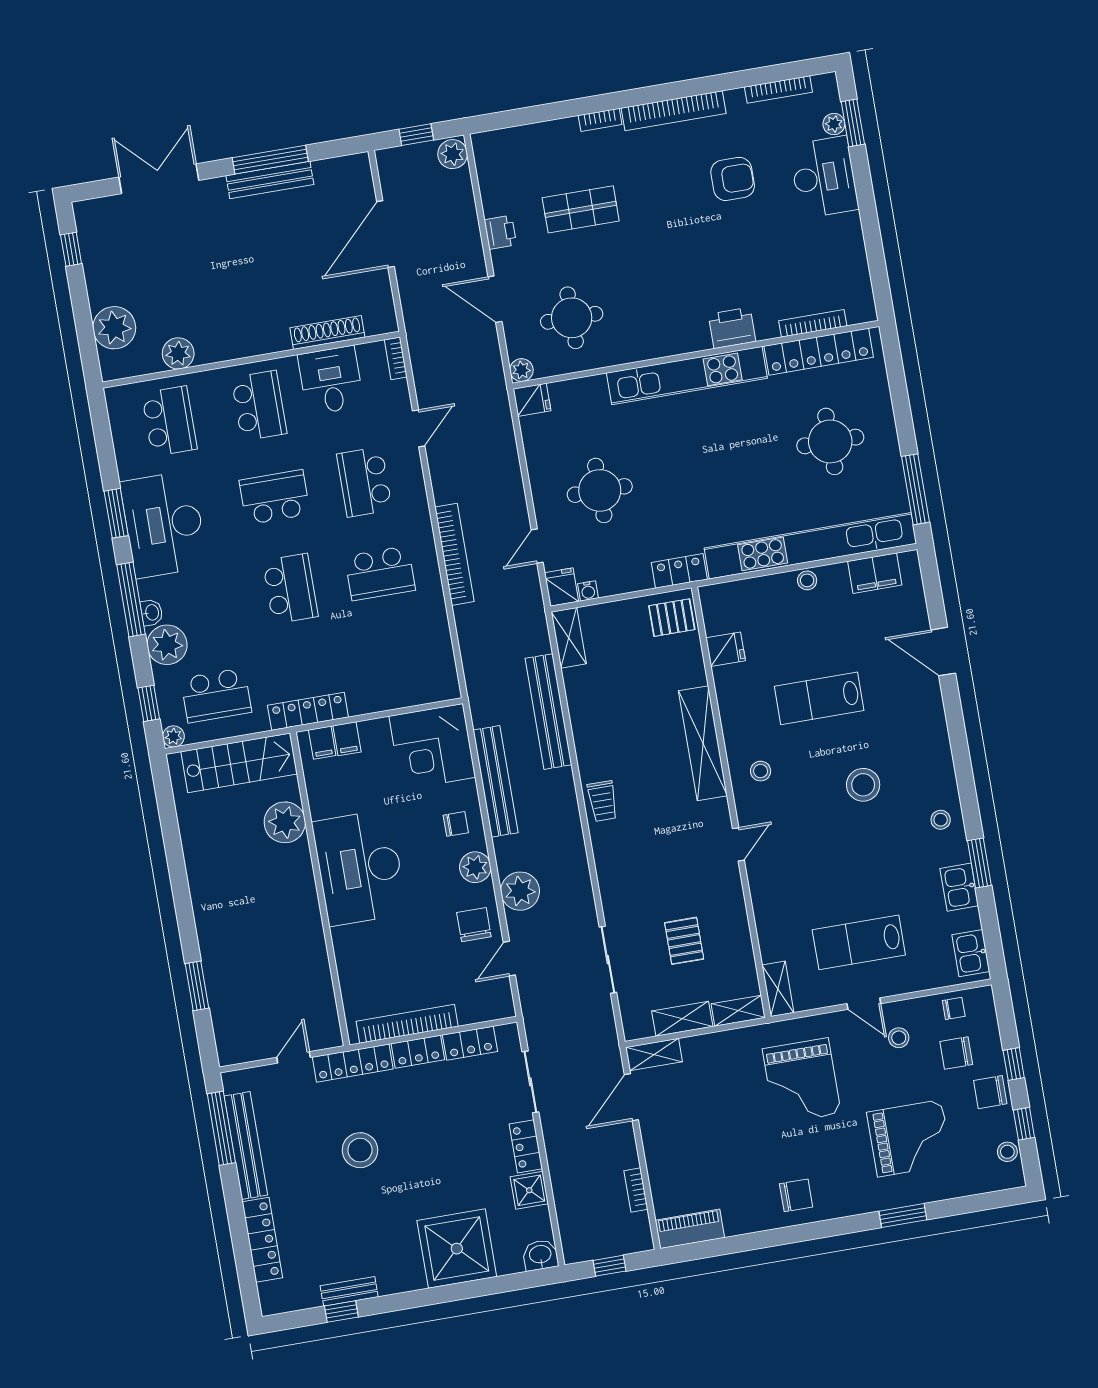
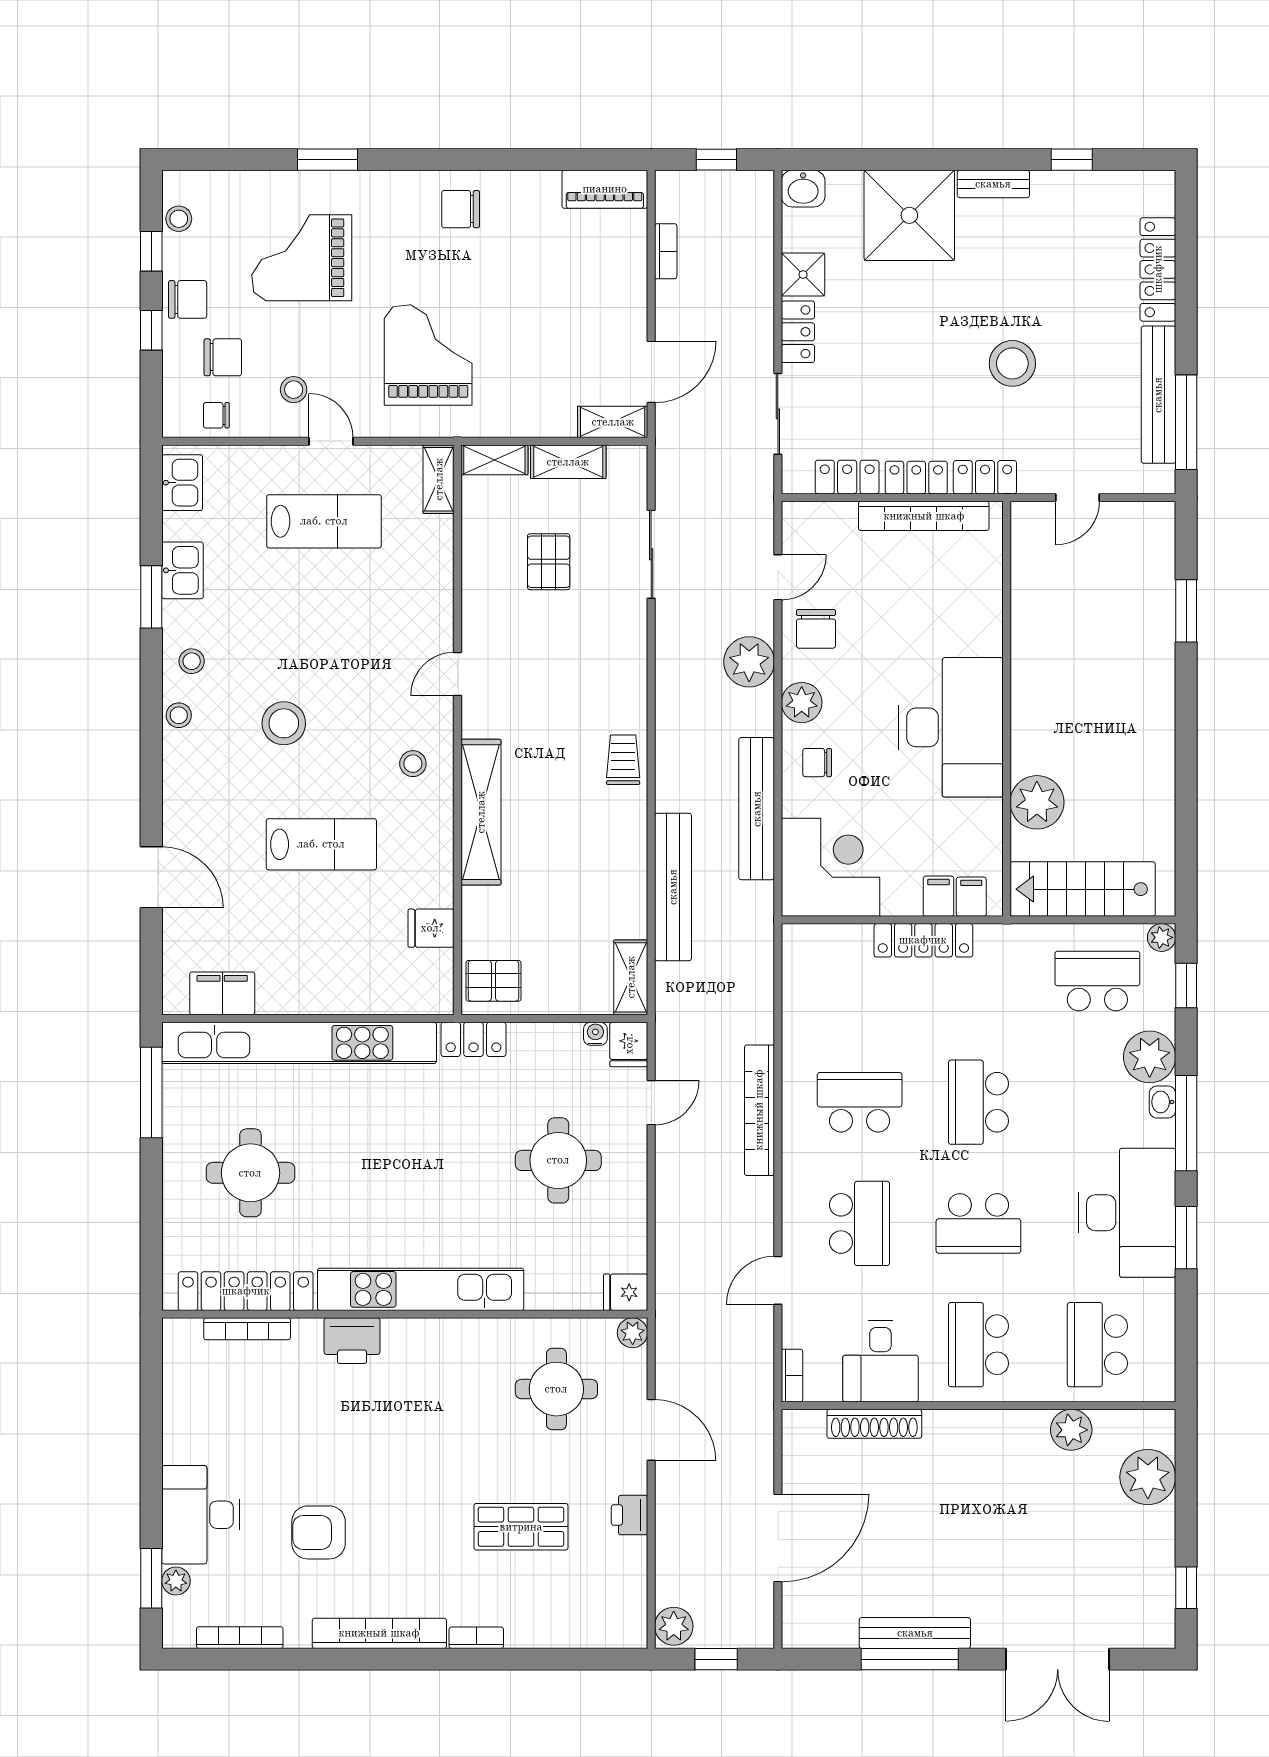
stool: (807, 580) -> (179, 715), moved
locker: (308, 711) -> (923, 940), moved
locker: (353, 1063) -> (985, 477), width x0.66
bench: (349, 1291) -> (993, 184), moved

